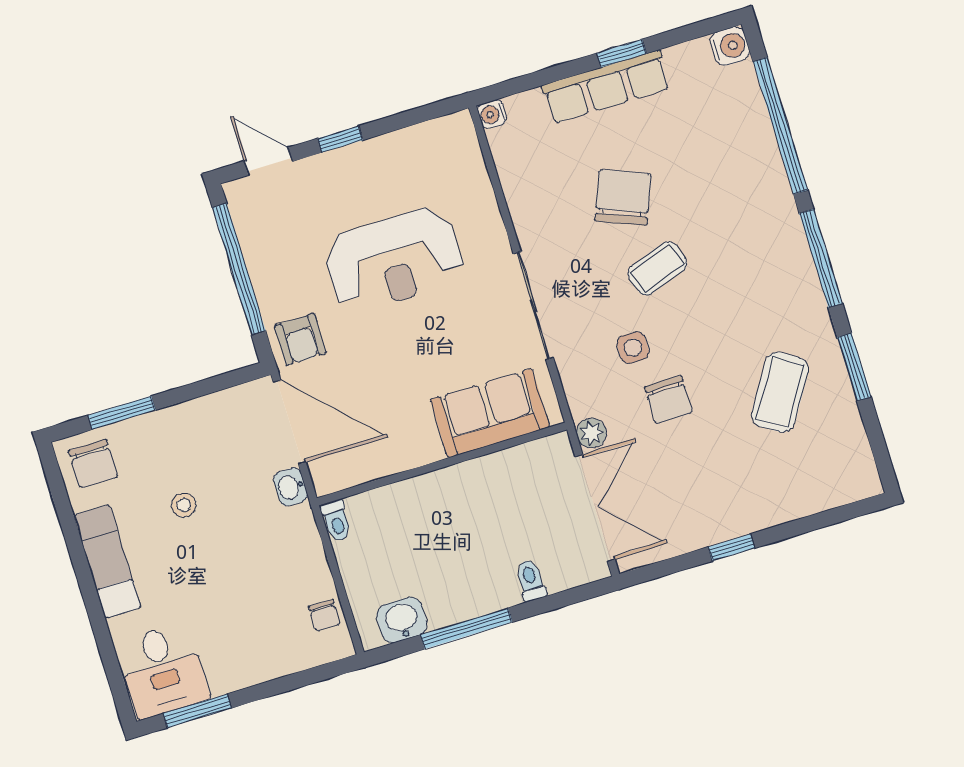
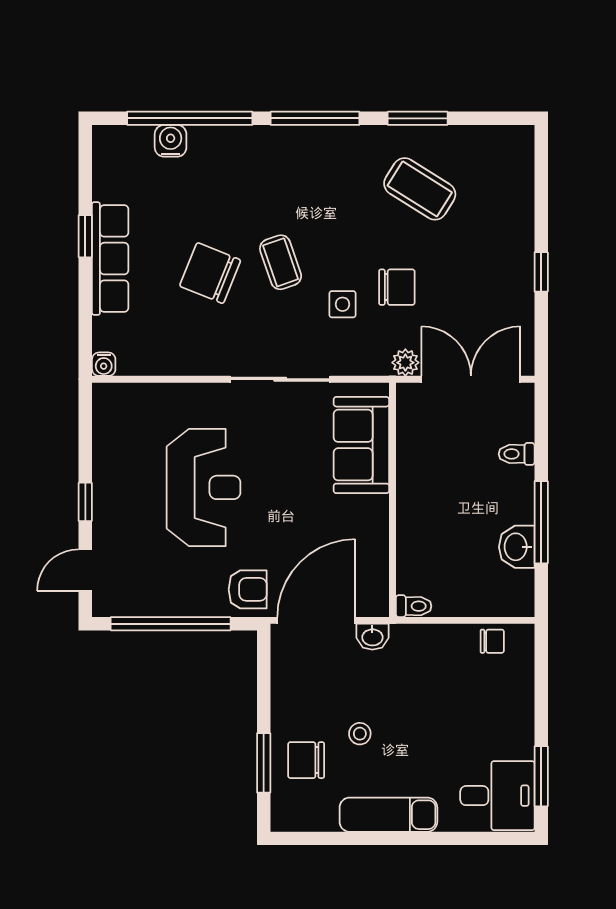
water cooler: (730, 46) -> (171, 141), moved
chair: (93, 464) -> (306, 760), moved, turned 180
washbasin: (402, 620) -> (517, 547), moved

